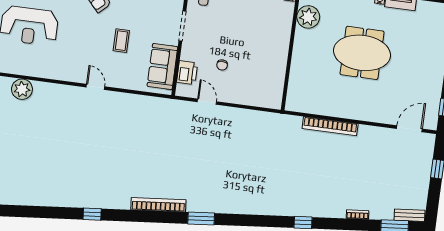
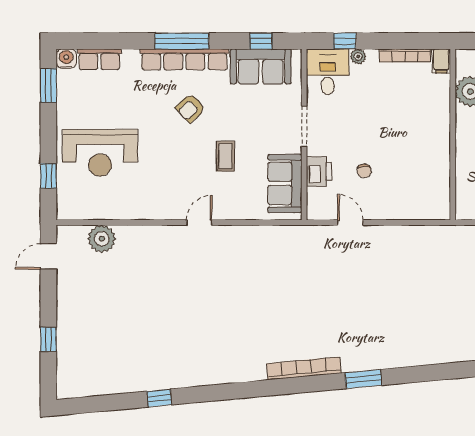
printer: (187, 73) -> (319, 171), moved
door: (95, 87) -> (199, 222), hinge flipped
window: (92, 214) -> (159, 398), moved

